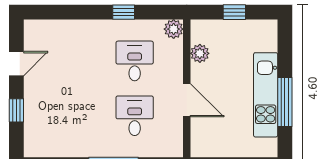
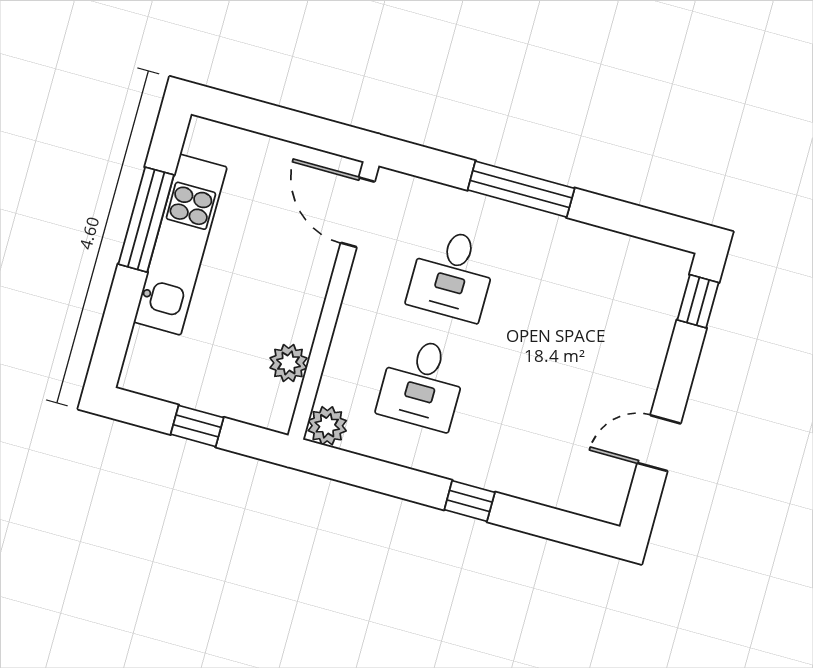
window: (124, 12) -> (470, 501), moved
door: (187, 100) -> (358, 212), moved
window: (16, 110) -> (698, 301), moved

